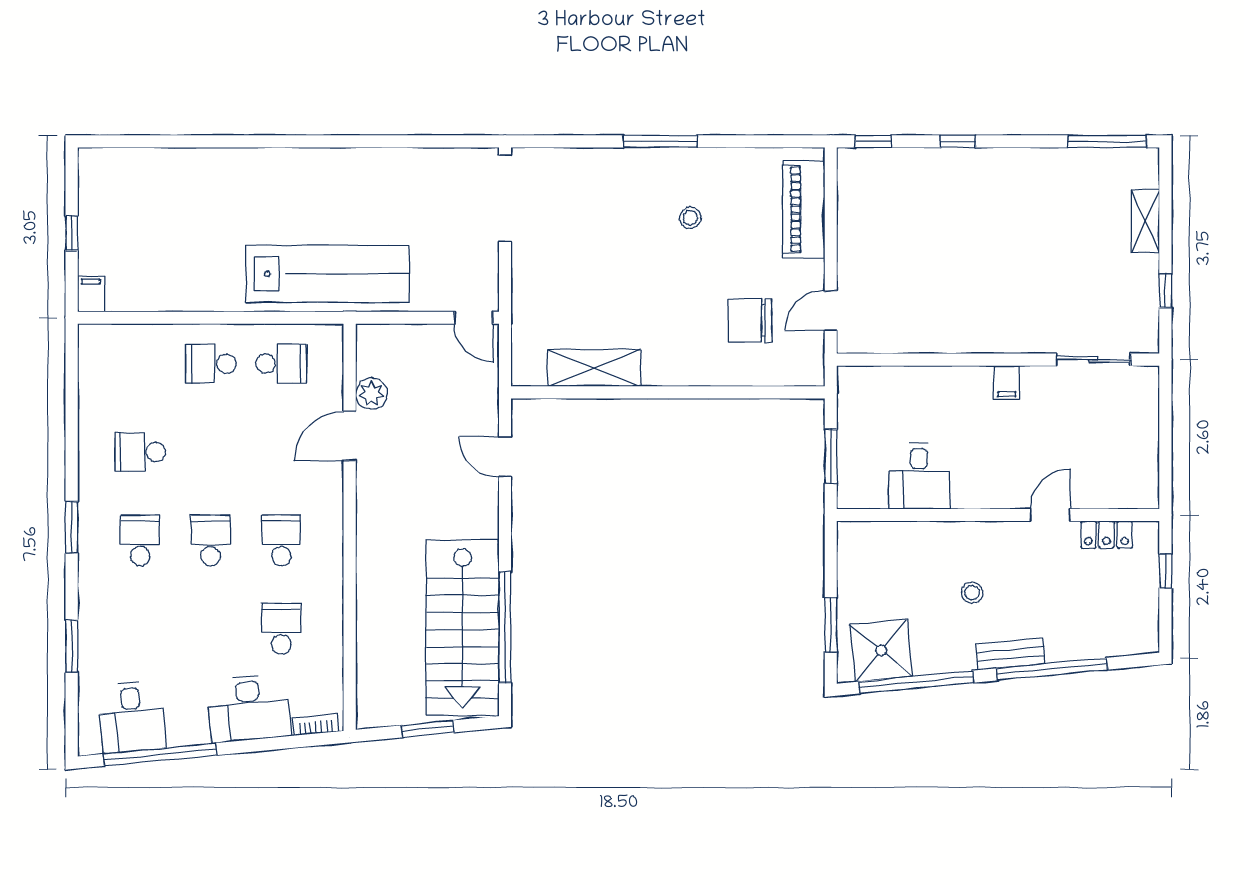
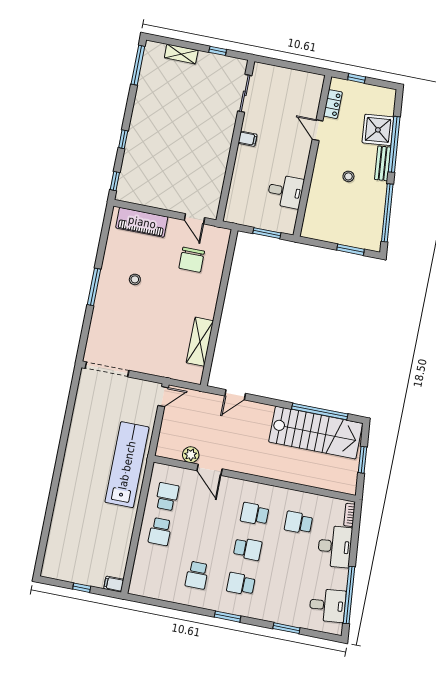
school desk: (211, 540) -> (248, 549), turned 180
shower: (881, 651) -> (378, 130), moved

